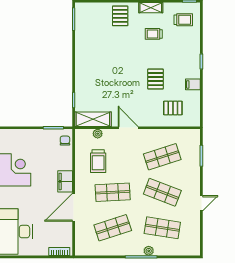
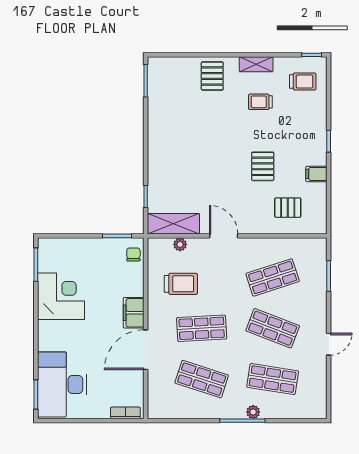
trolley: (98, 161) -> (181, 284), turned -90
shop shelf: (113, 228) -> (202, 379), turned 36

